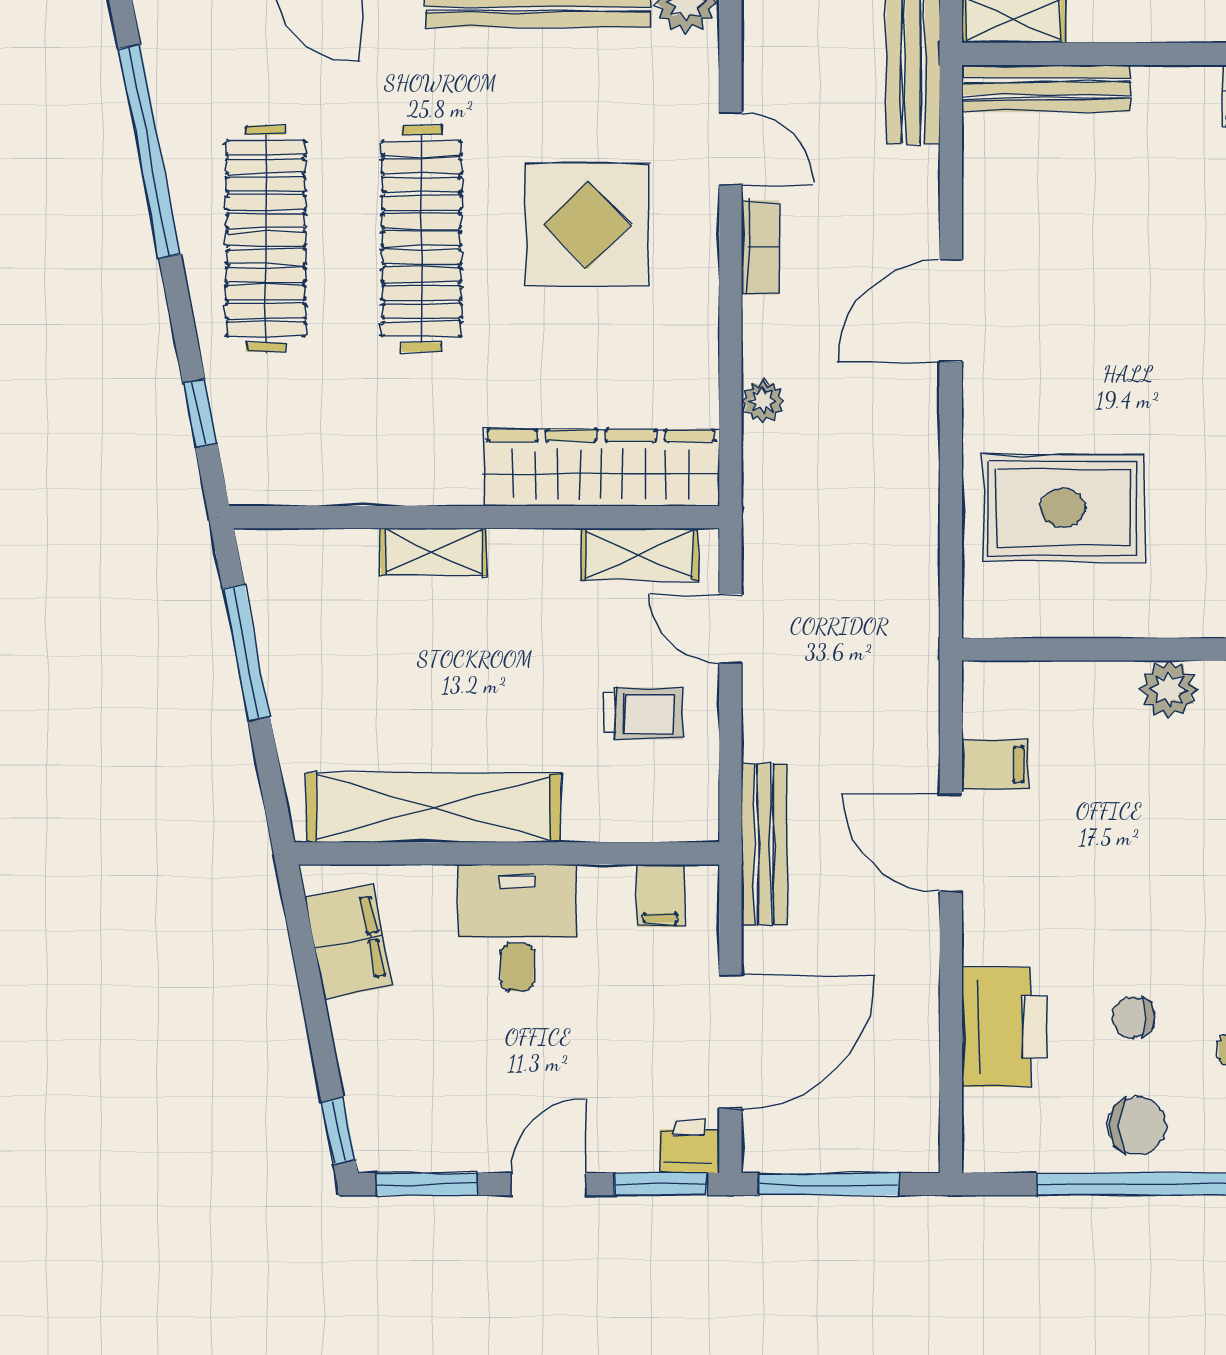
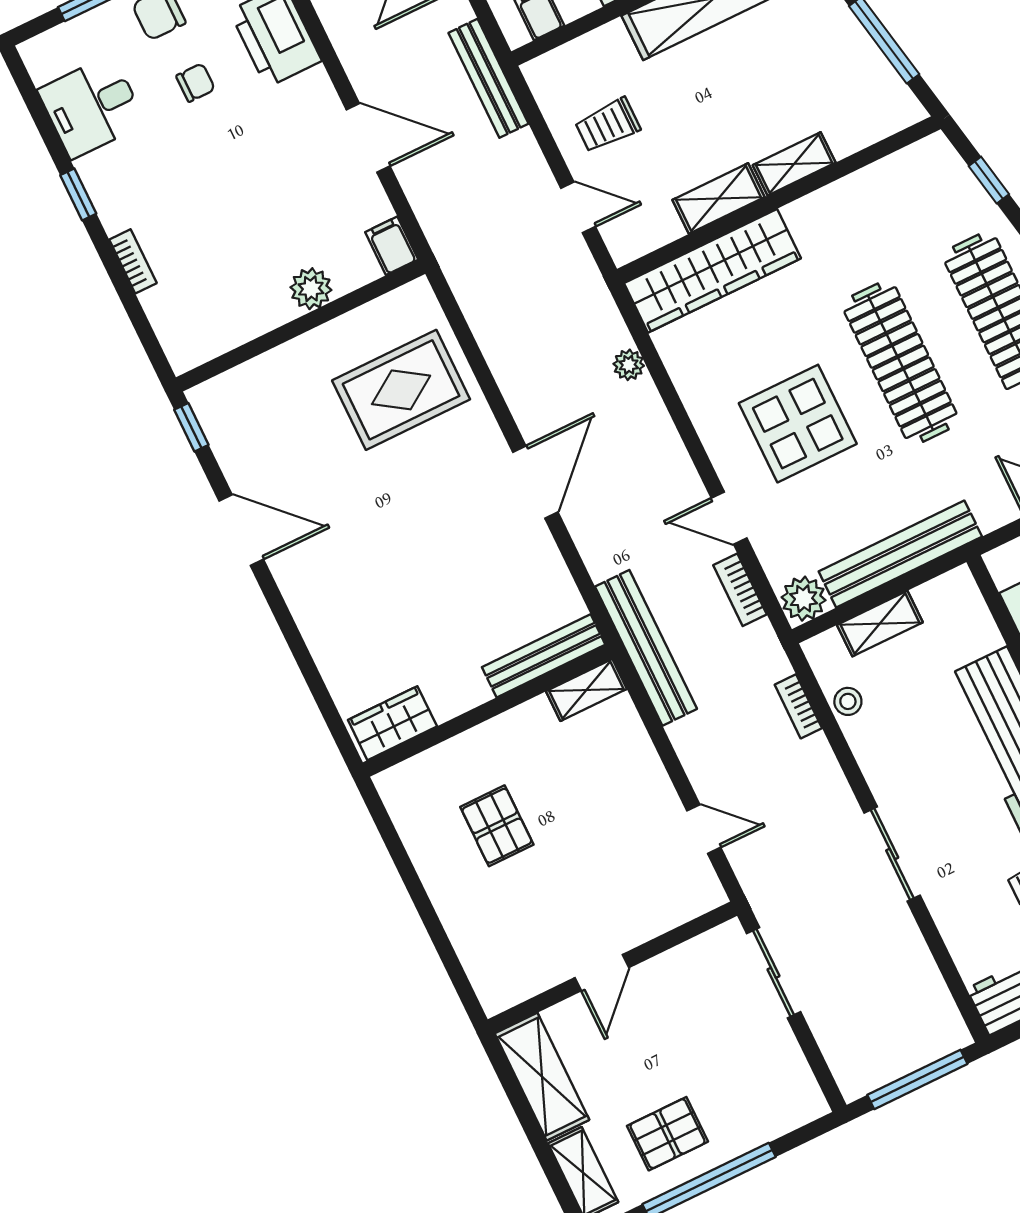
bookcase: (760, 248) -> (740, 590), moved
shelving: (639, 554) -> (719, 198), moved
plant: (1169, 689) -> (311, 289), moved
filing cabinet: (995, 765) -> (392, 246), moved, turned 90

